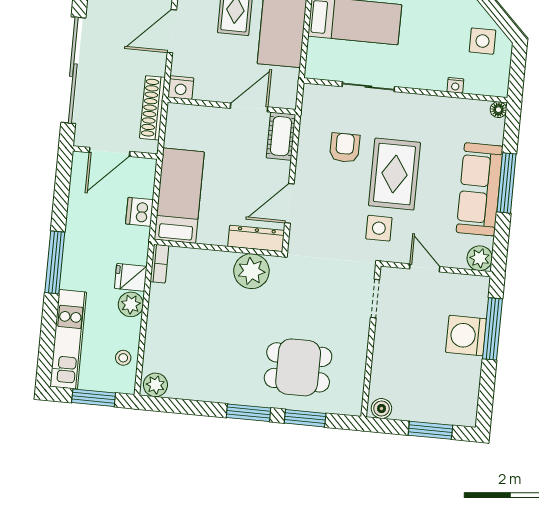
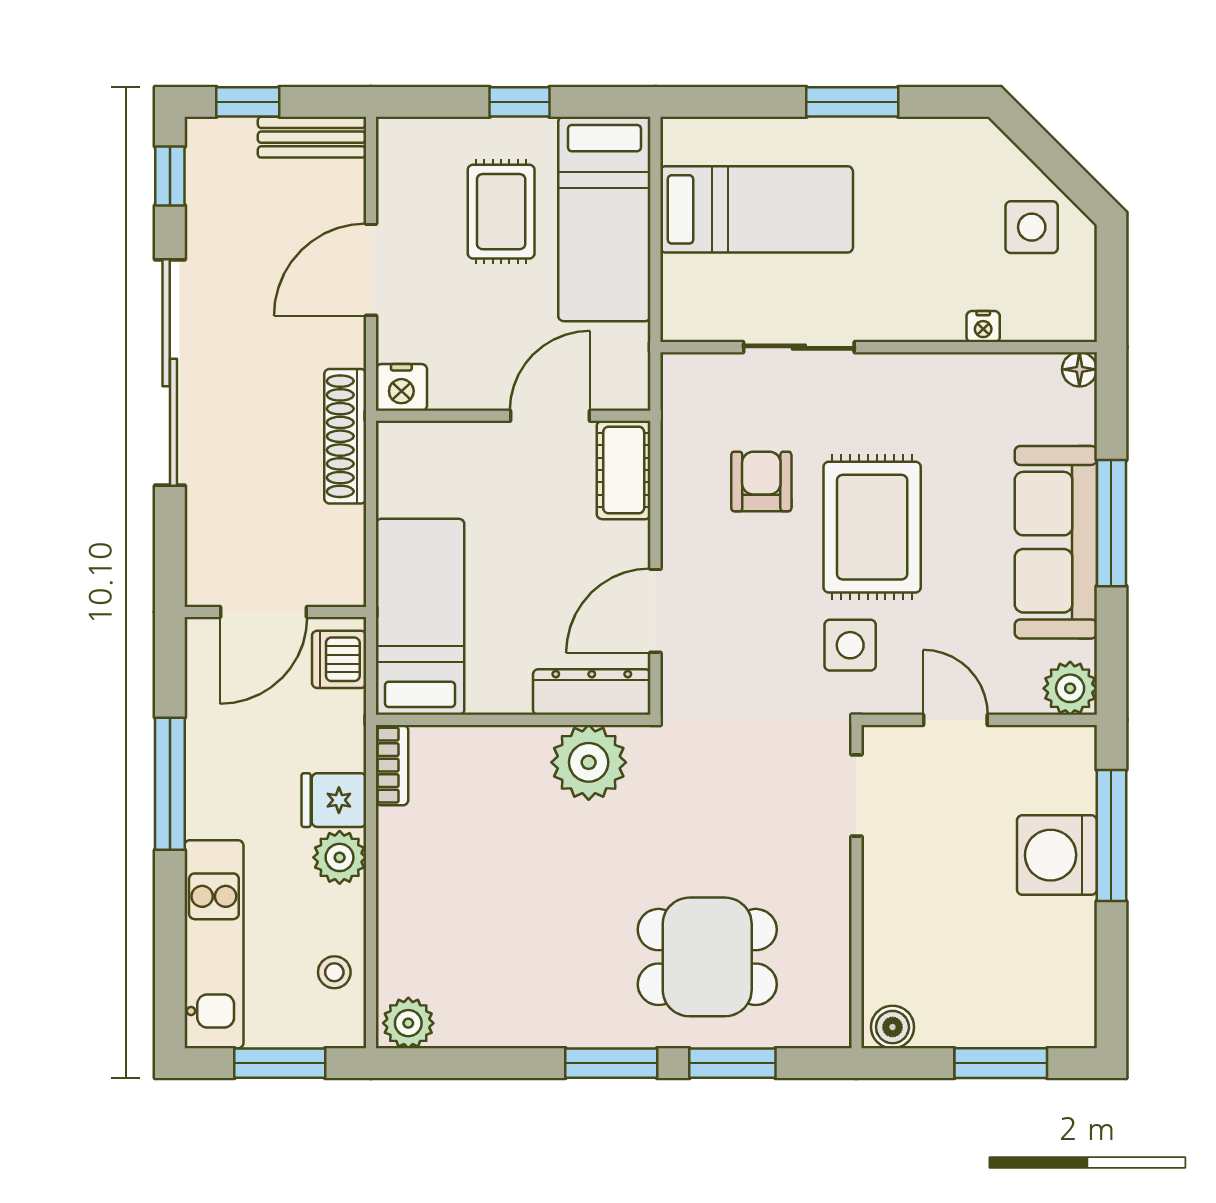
door: (110, 152) -> (264, 612), moved
wall: (115, 152) -> (275, 612), moved

